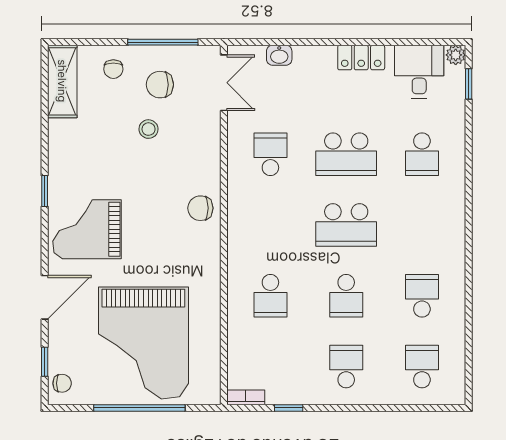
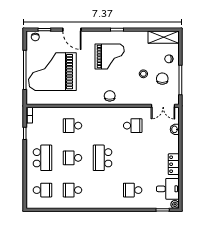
school desk: (346, 154) -> (133, 158), removed
grand piano: (87, 229) -> (110, 56), moved, turned 90
school desk: (422, 296) -> (72, 190), turned 180
school desk: (346, 366) -> (42, 158), width x1.85

